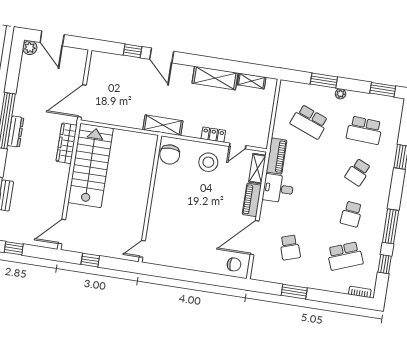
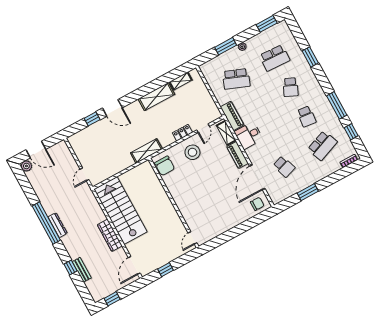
door: (82, 101) -> (85, 174), width x0.53
wardrobe: (67, 143) -> (110, 235), moved

